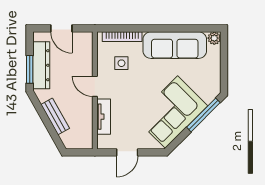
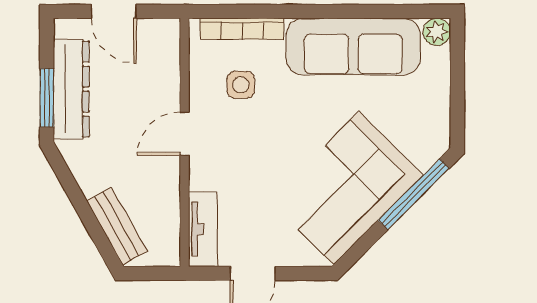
door: (95, 86) -> (184, 134), hinge flipped
bench: (55, 116) -> (117, 226), moved
tv unit: (104, 117) -> (203, 229), moved

